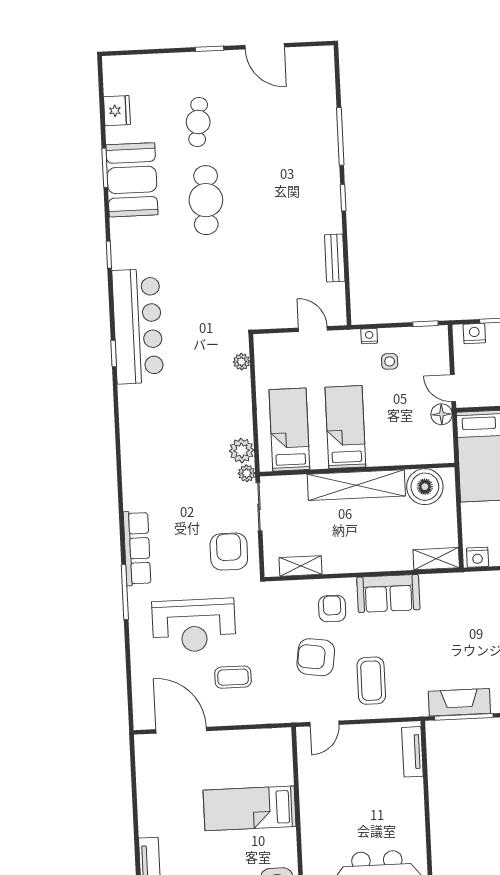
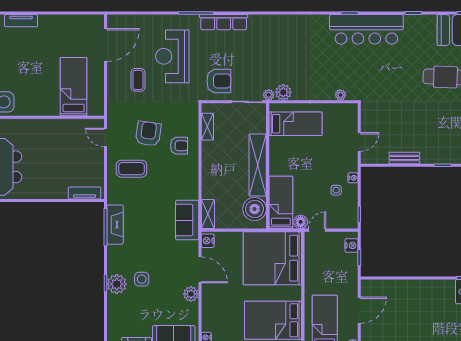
bed: (345, 427) -> (281, 202), moved, turned -90
sofa: (388, 593) -> (187, 220), moved
bed: (250, 808) -> (74, 87), moved

